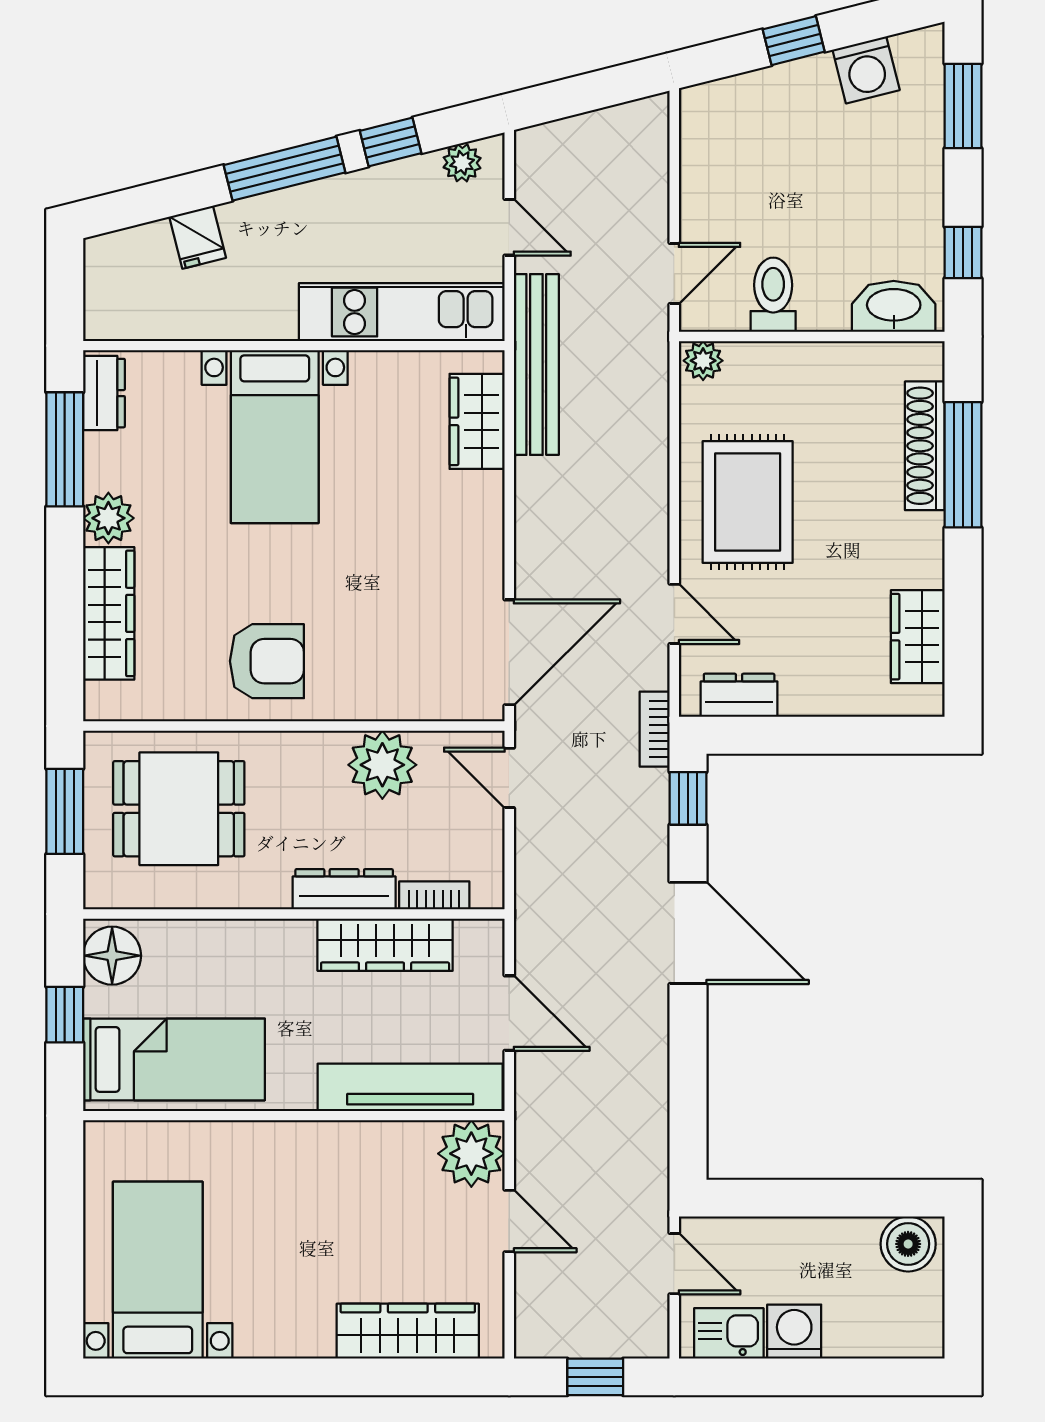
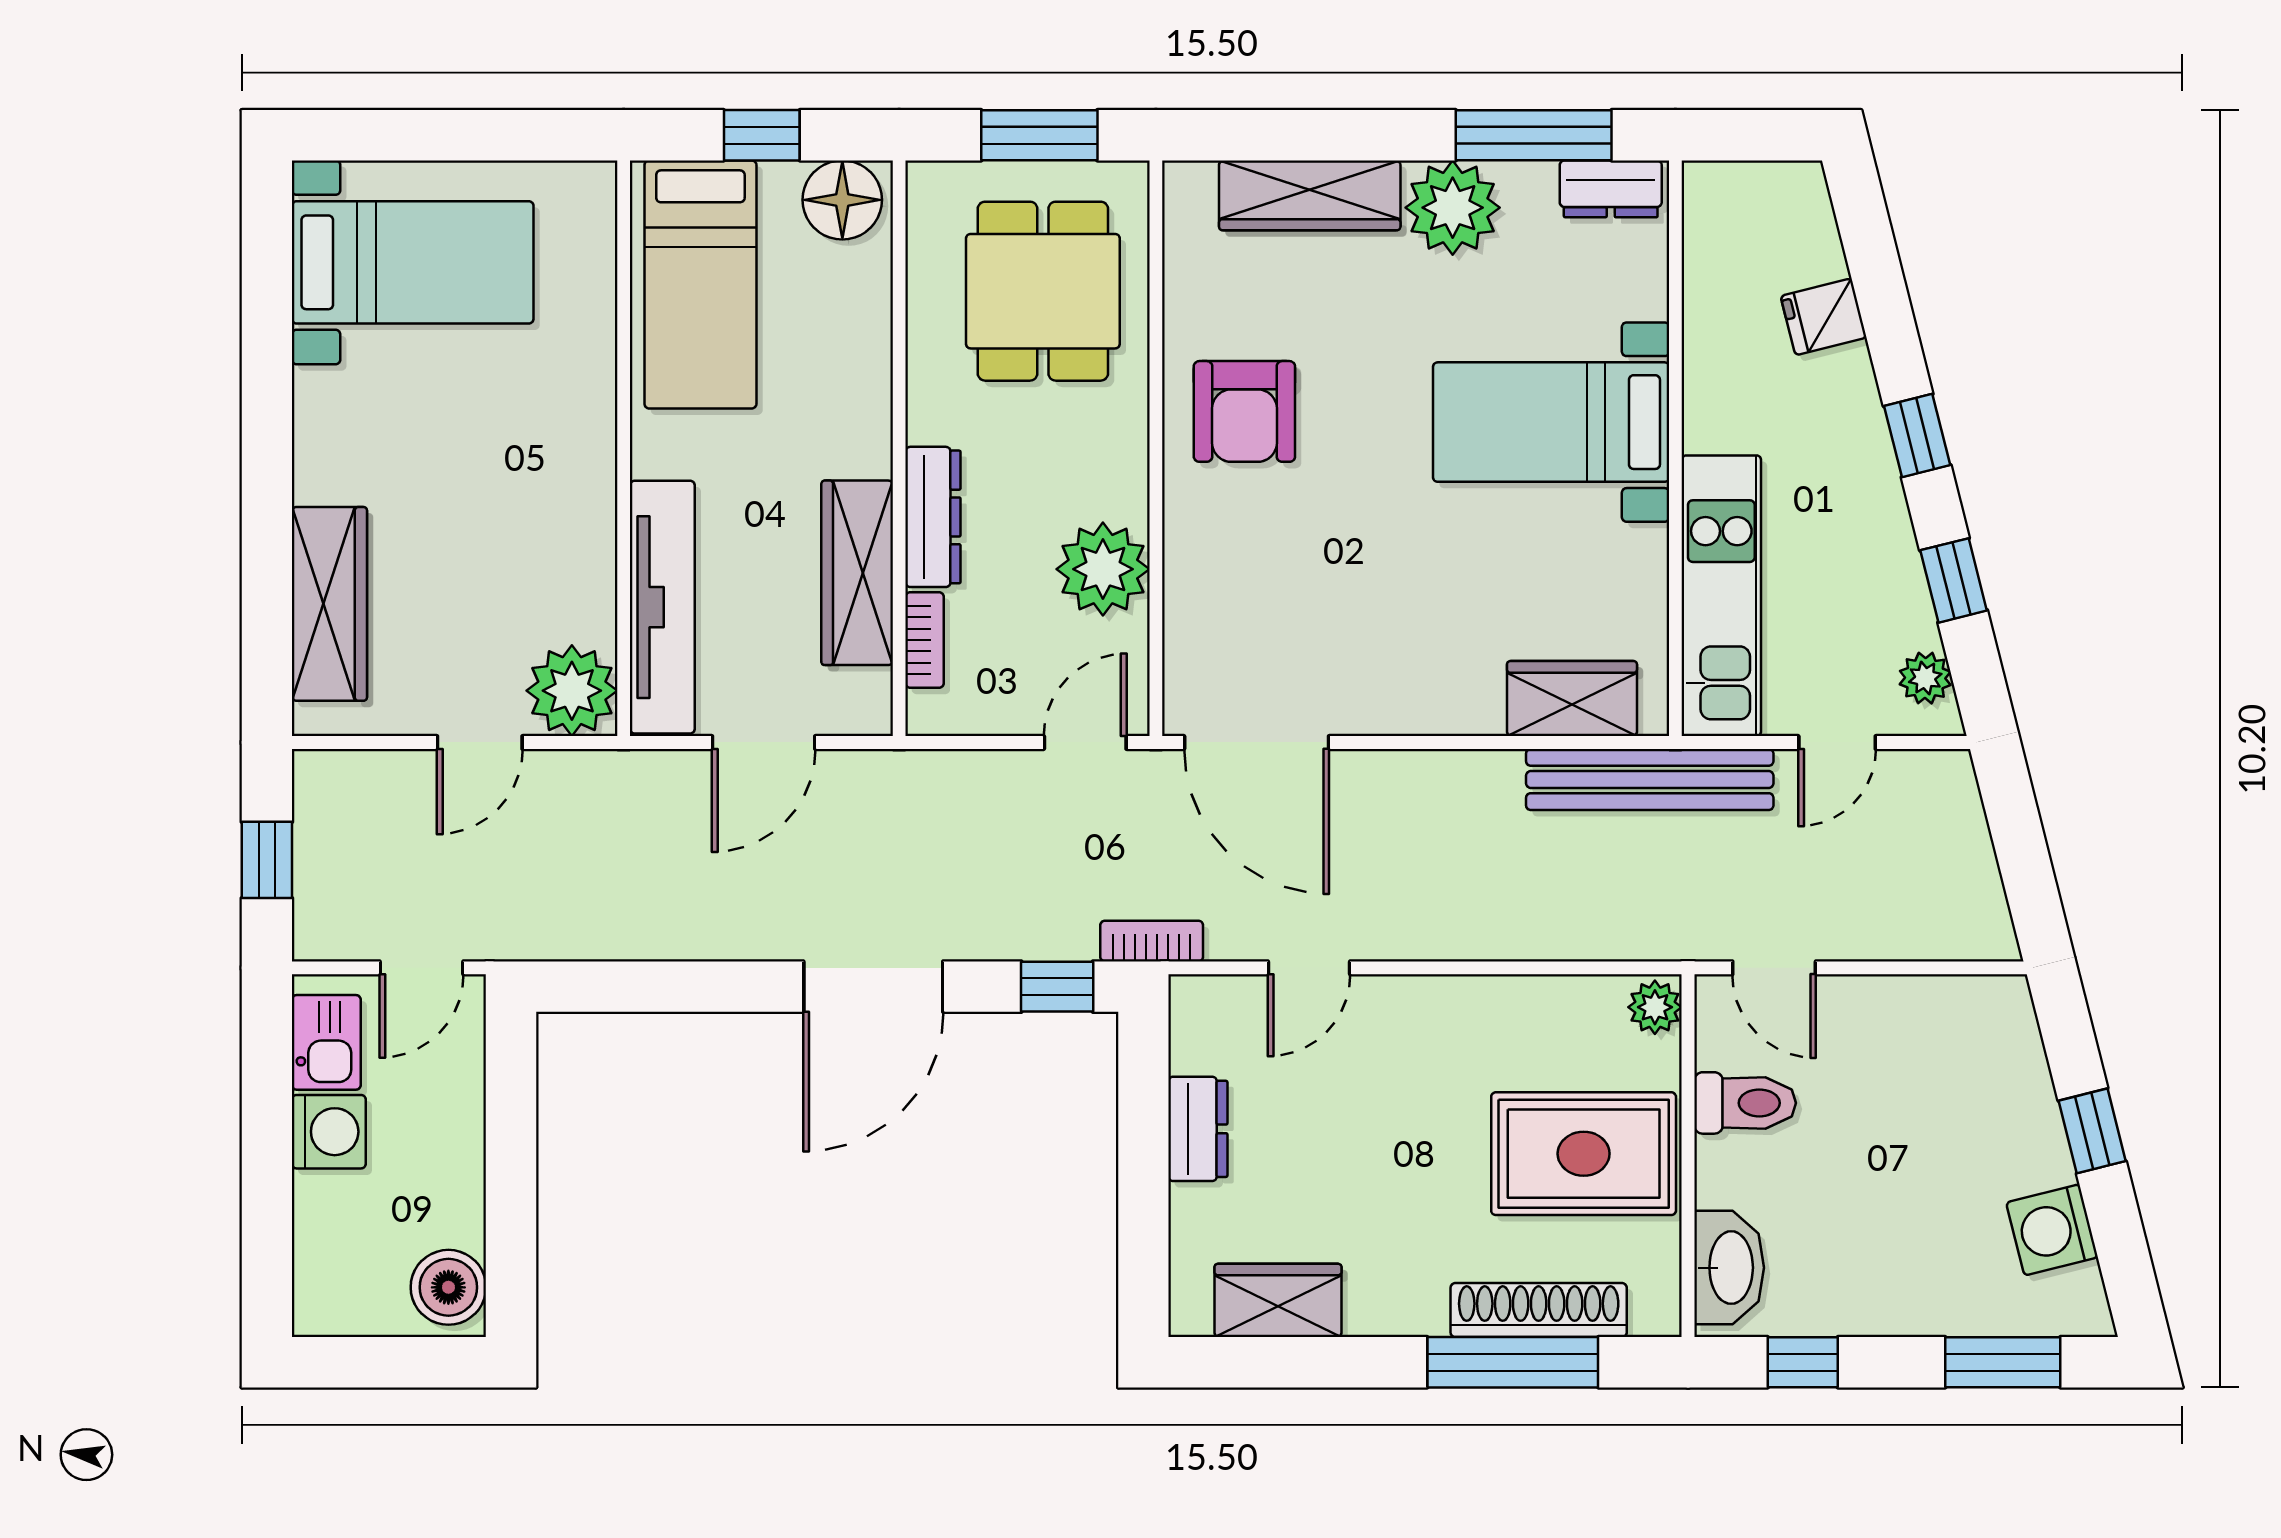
window: (285, 169) -> (1917, 436), width x0.46
rug: (748, 502) -> (1584, 1154), moved
plant: (108, 518) -> (1453, 208), width x1.36, depth x1.36
dresser: (739, 695) -> (1198, 1129), moved

